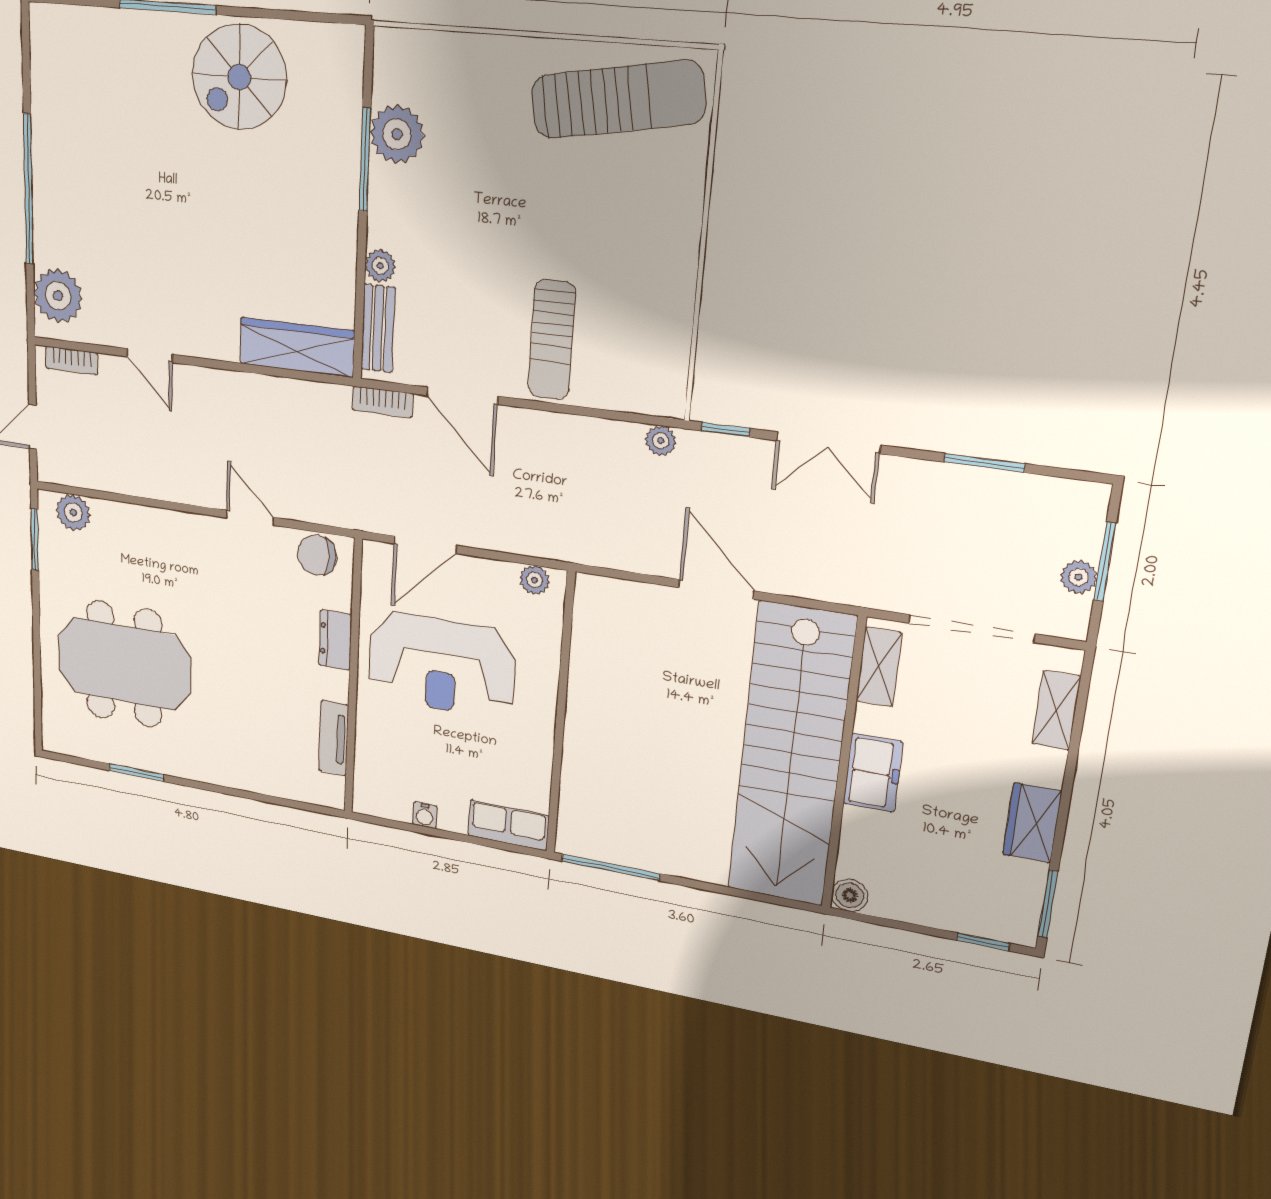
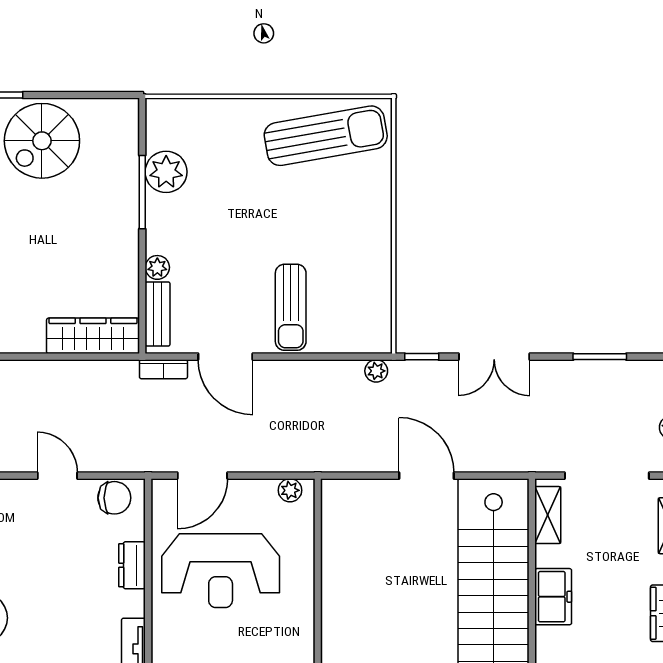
chair: (317, 555) -> (114, 498), turned 180

